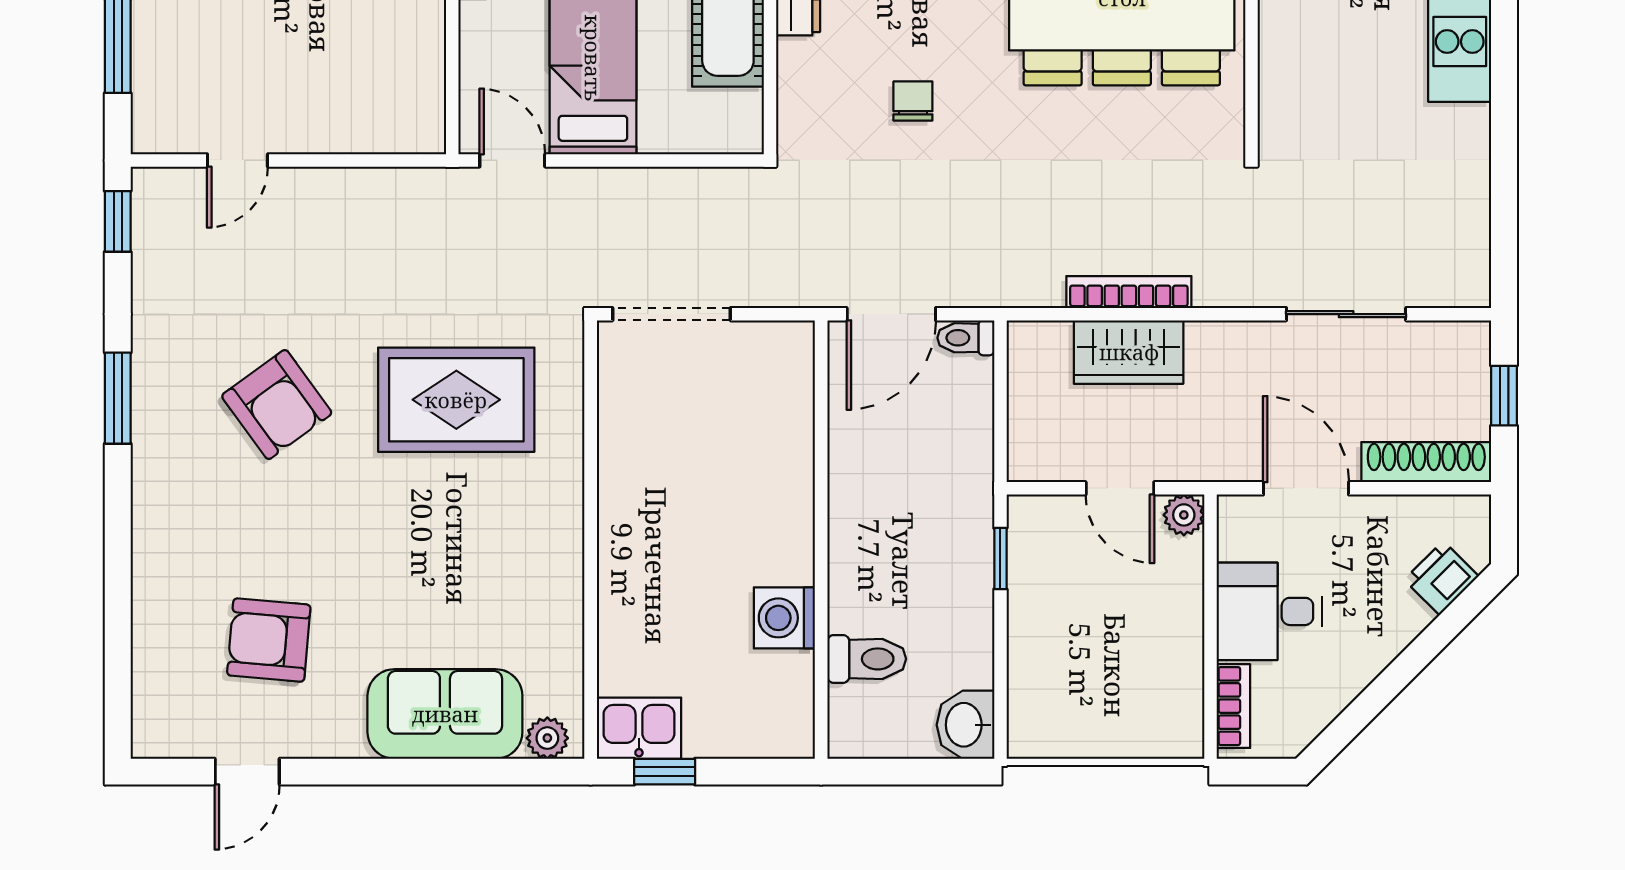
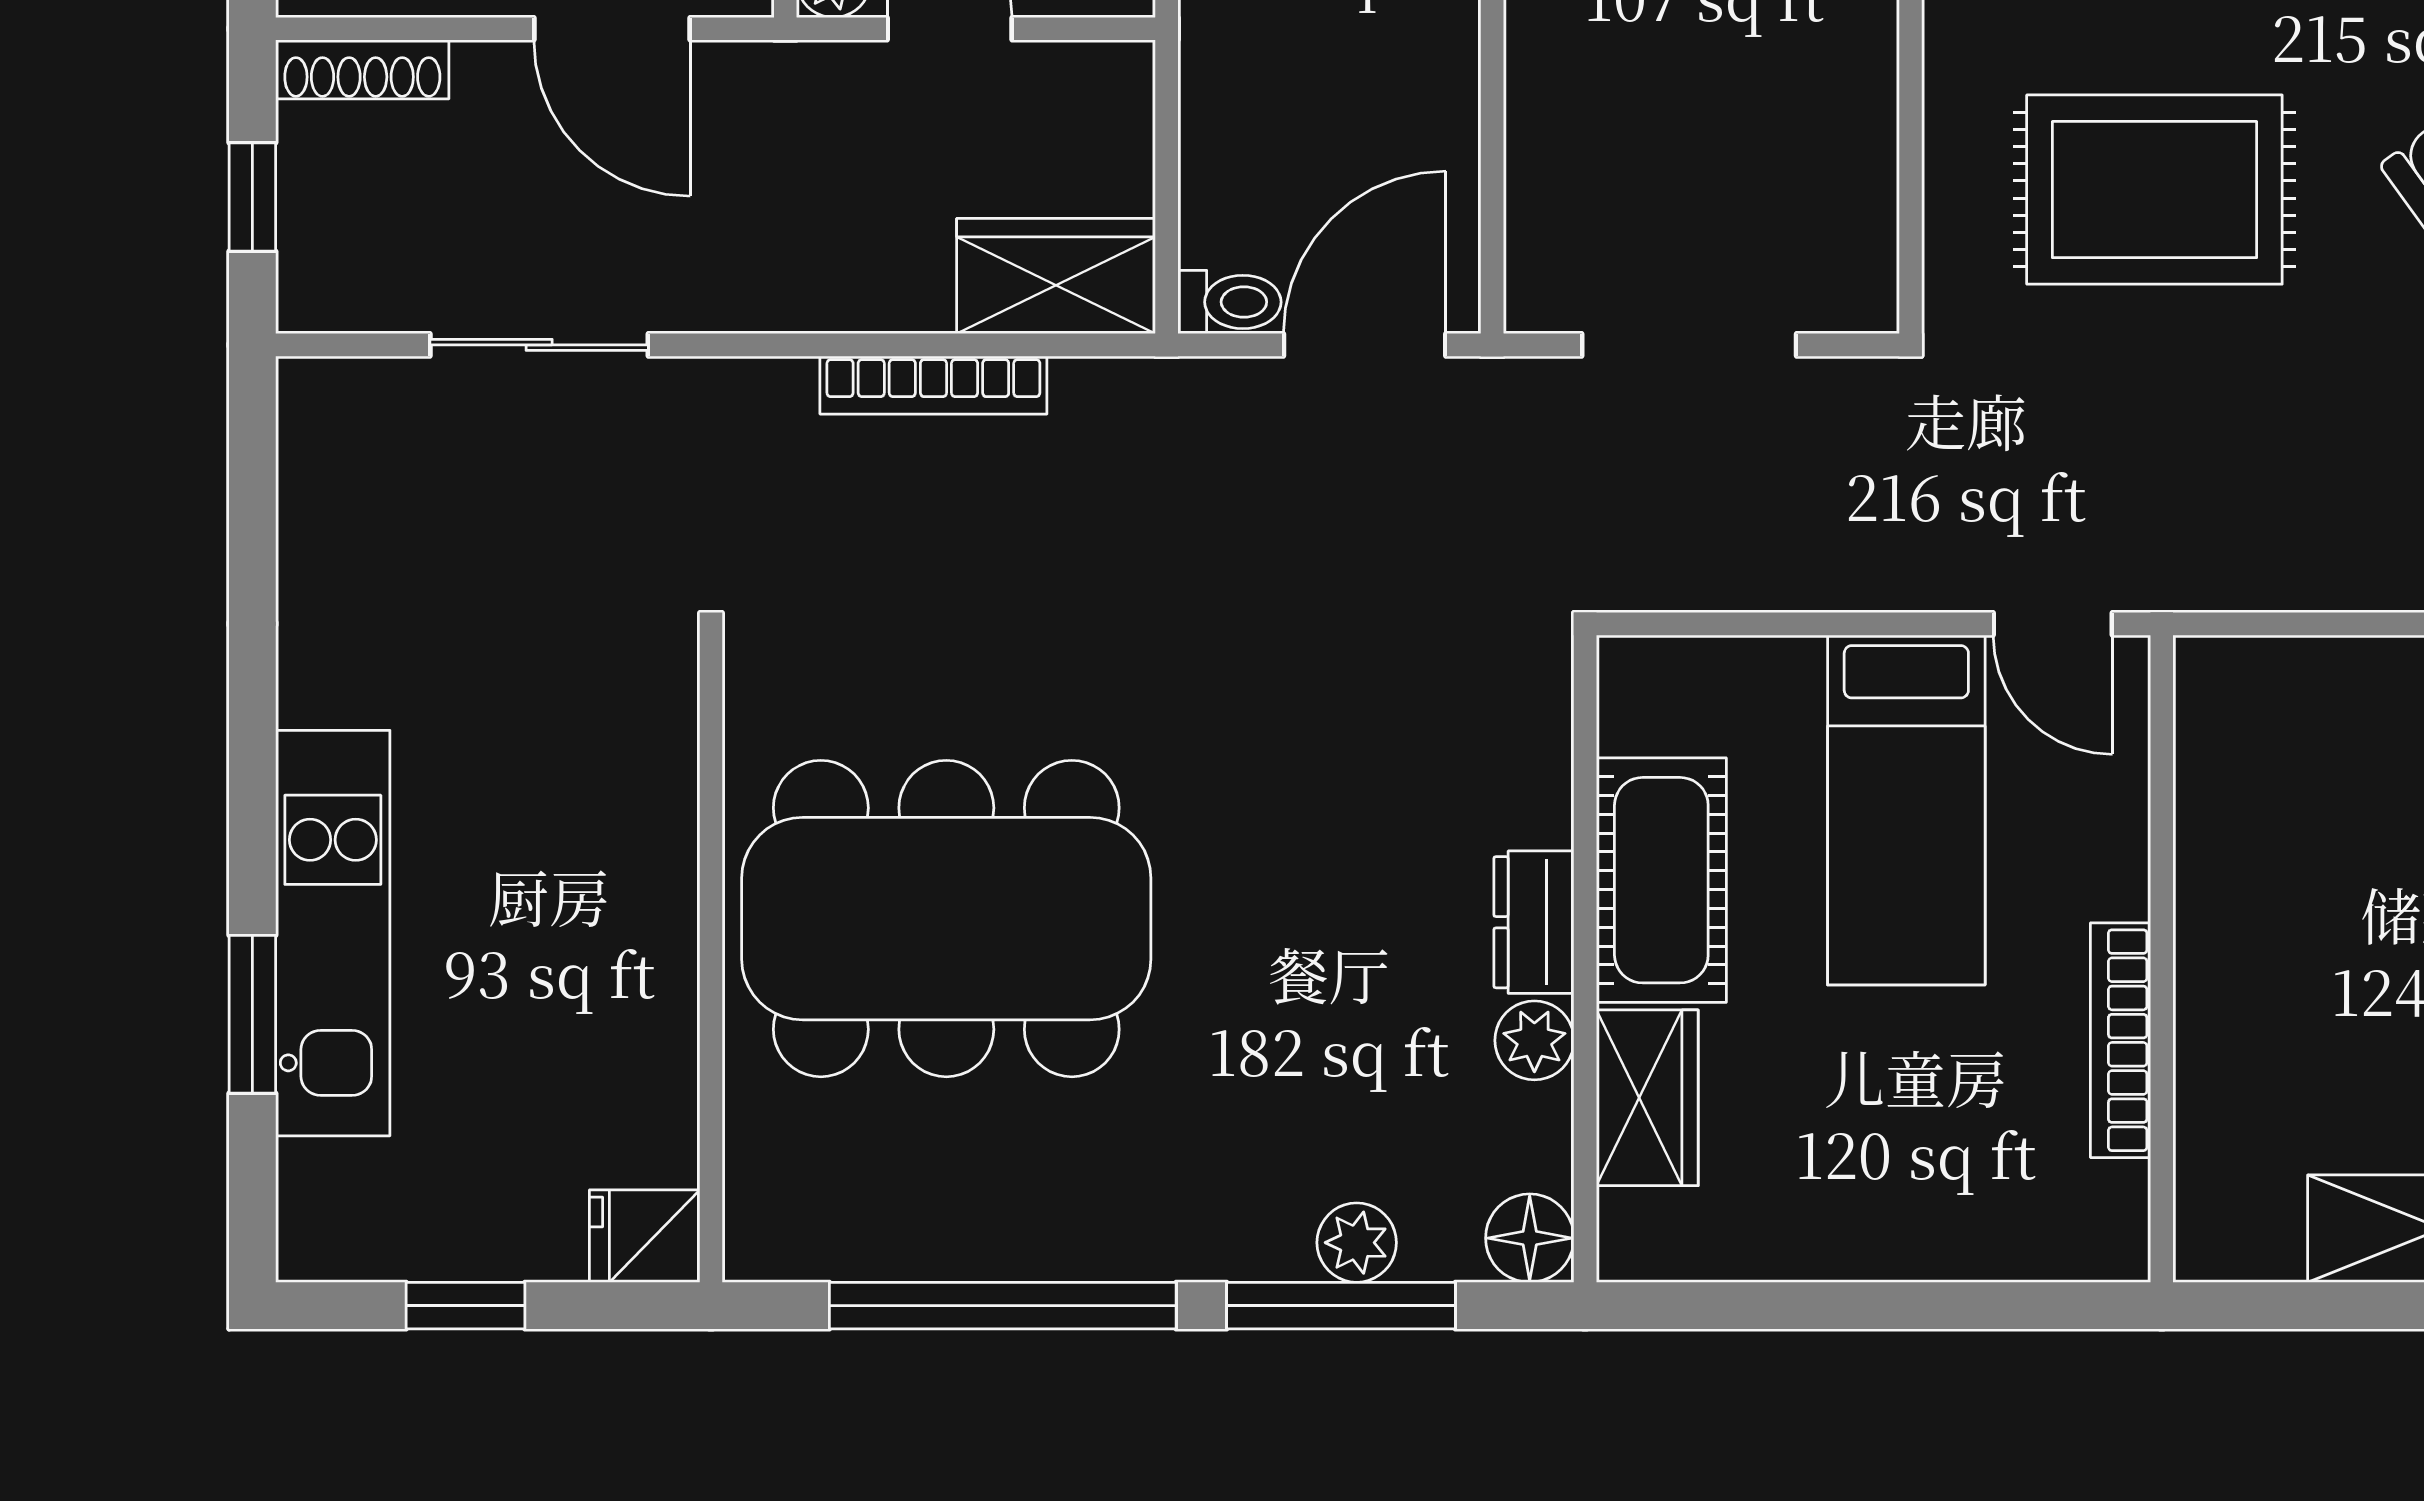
chair: (913, 101) -> (1325, 732), removed
doorway: (672, 314) -> (1689, 345), moved
wardrobe: (1129, 352) -> (1056, 276), moved
shoe rack: (1426, 462) -> (362, 69), width x0.74, depth x0.81

